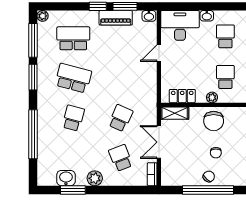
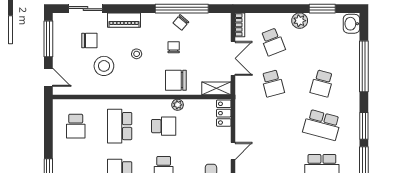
school desk: (225, 77) -> (164, 126), turned -90
locker: (182, 96) -> (224, 113), moved, turned 90
school desk: (121, 118) -> (273, 83), turned -39
chair: (214, 121) -> (176, 80), turned -90
washbasin: (66, 178) -> (351, 24), moved, turned 90

